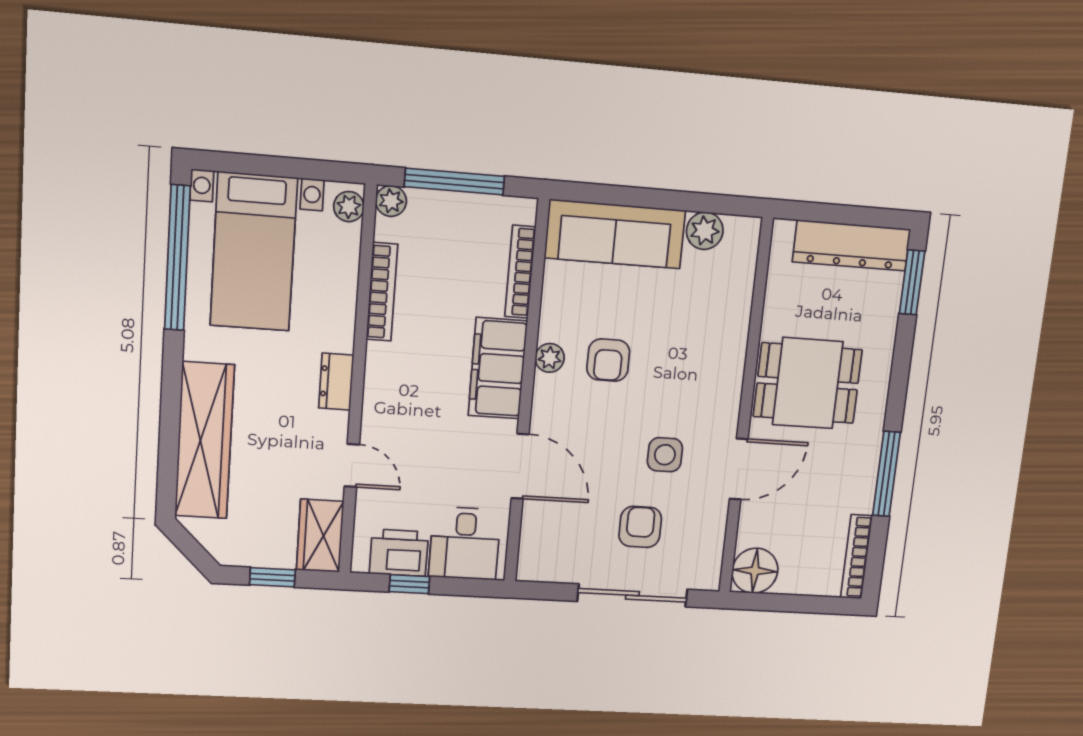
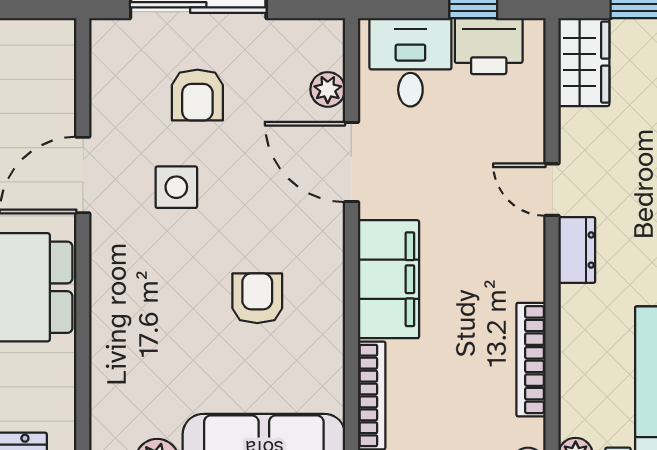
plant: (550, 358) -> (328, 89), moved
door: (352, 465) -> (552, 190), moved
floor lamp: (755, 571) -> (47, 47), removed

